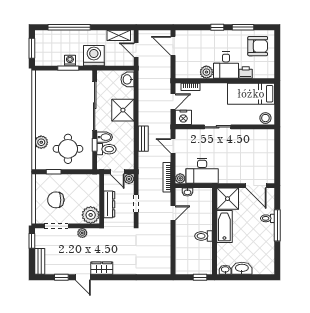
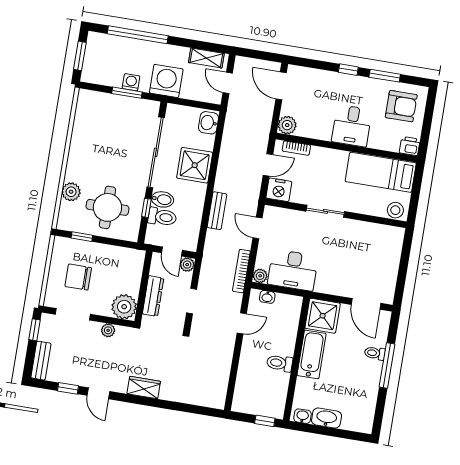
plant: (206, 72) -> (287, 125), moved
printer: (246, 73) -> (410, 146), moved
wardrobe: (102, 268) -> (144, 388), moved

